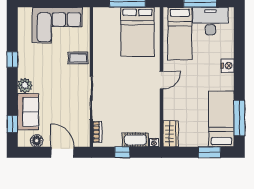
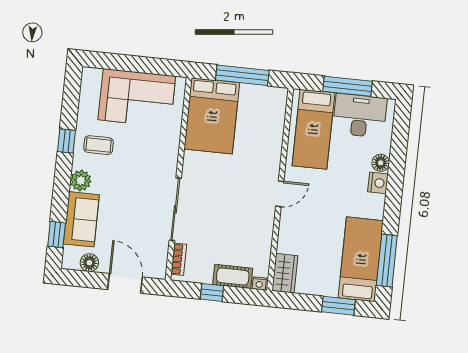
bed: (138, 32) -> (212, 116), moved
floor lamp: (228, 52) -> (381, 163), added
coffee table: (78, 58) -> (99, 145), moved

